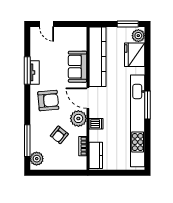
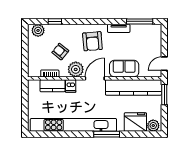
door: (46, 24) -> (164, 64), moved
window: (128, 24) -> (164, 95), moved
window: (27, 70) -> (140, 21), moved
window: (147, 105) -> (107, 134), moved
window: (27, 141) -> (55, 21), width x0.46
kitchen counter: (96, 155) -> (53, 86), moved

